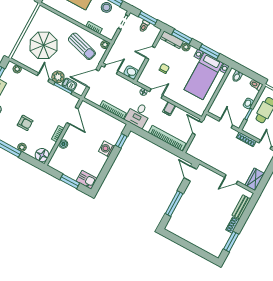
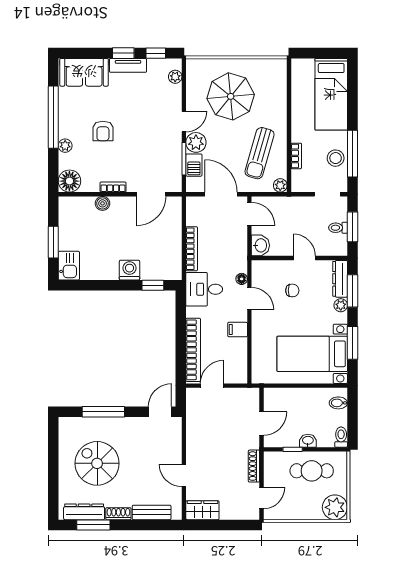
door: (197, 128) -> (212, 386), moved
spiral stairs: (200, 222) -> (97, 463), added
dresser: (222, 243) -> (84, 512), added

